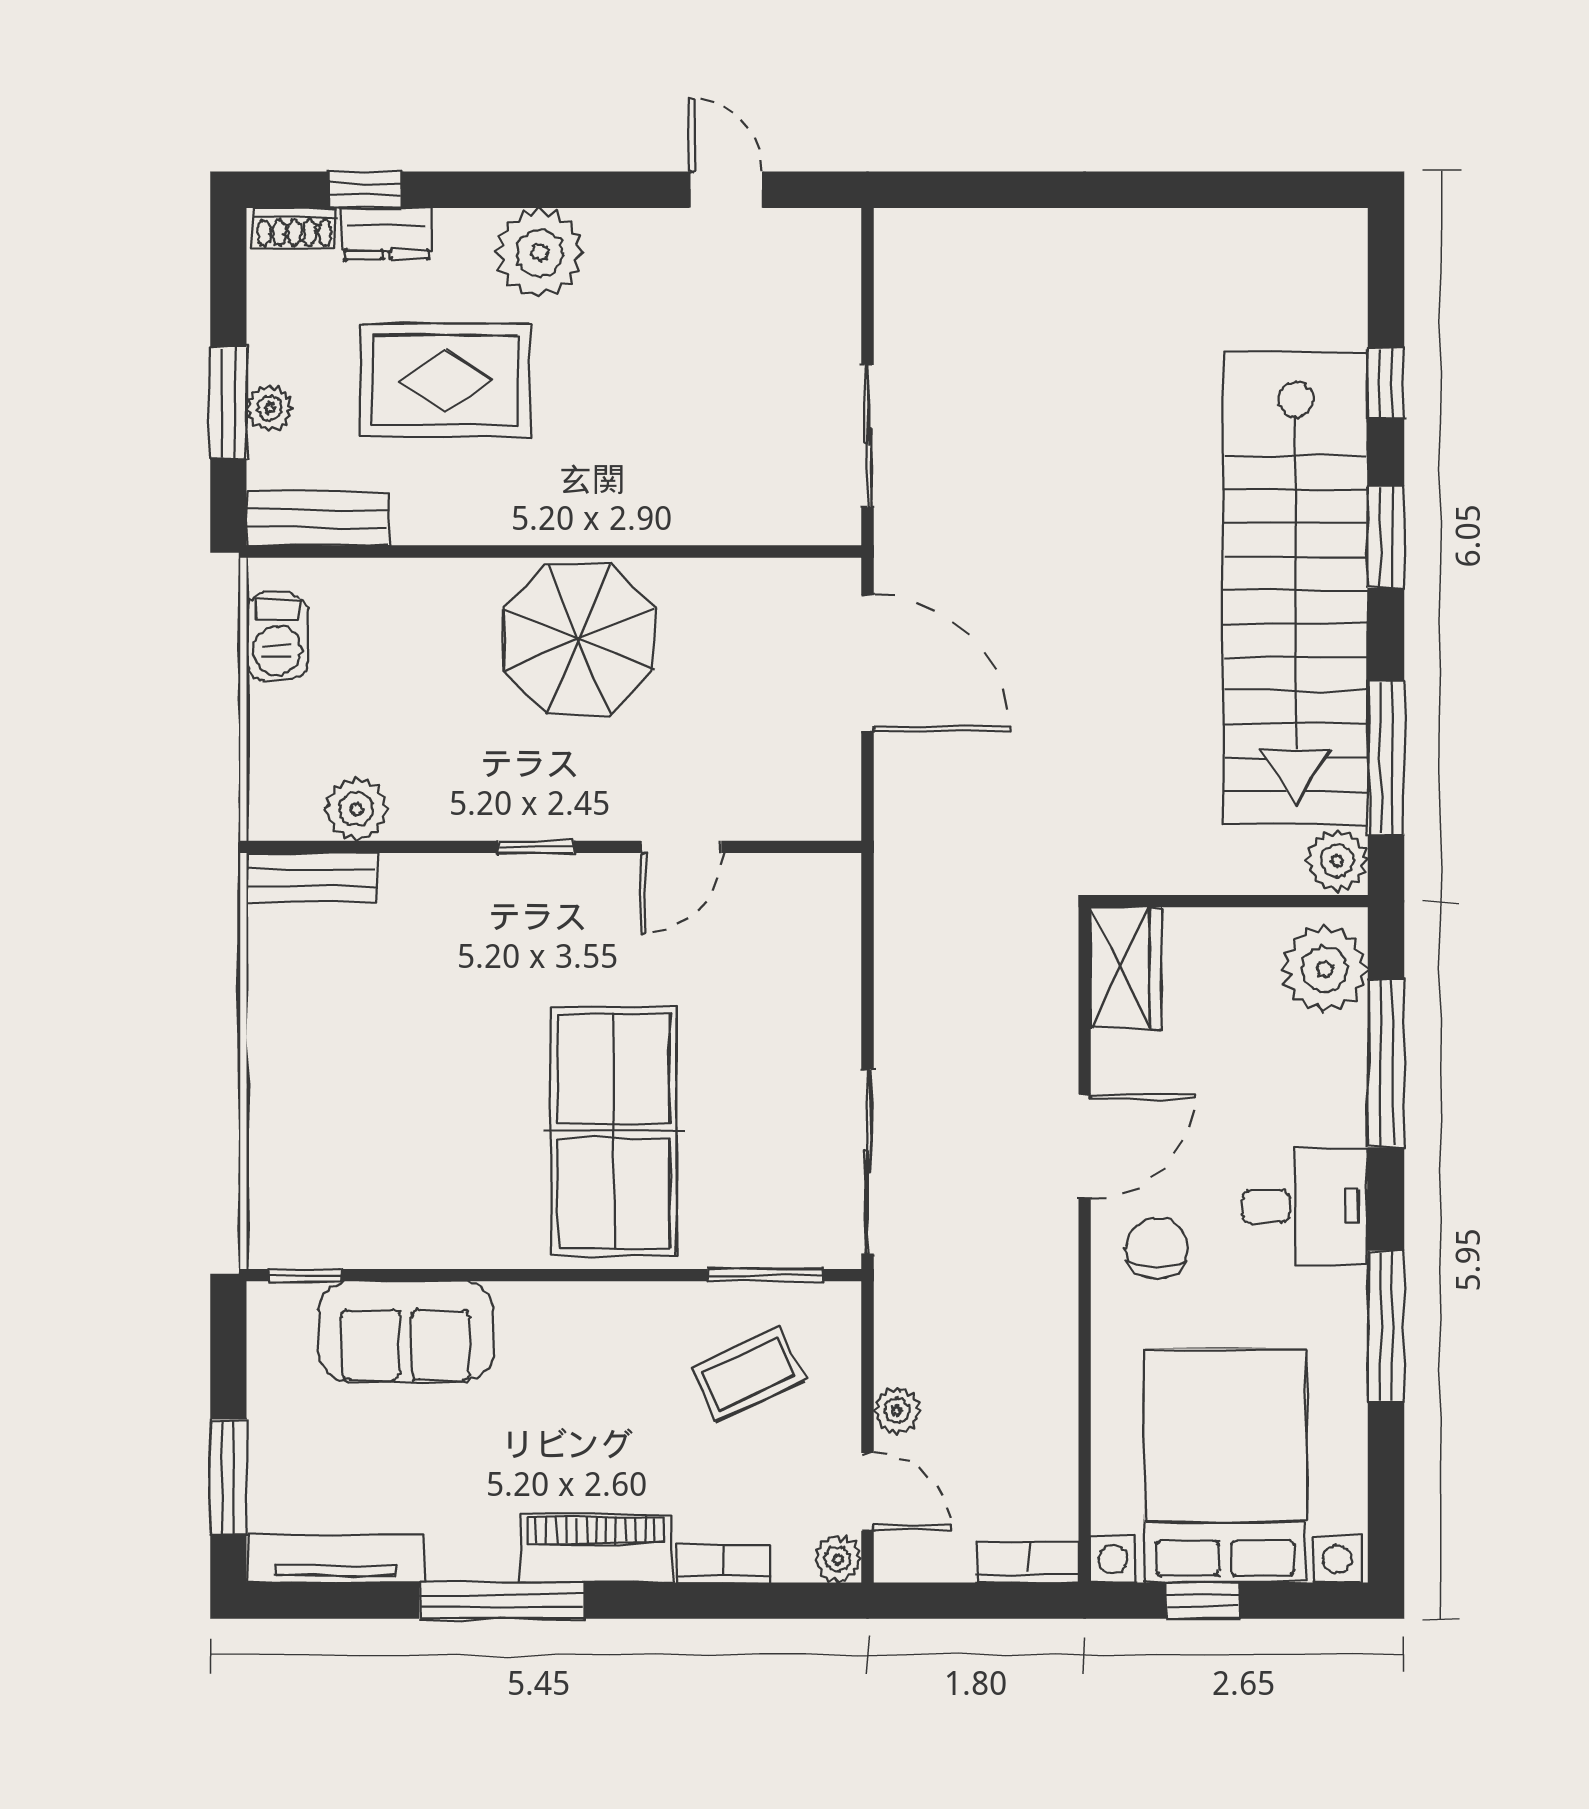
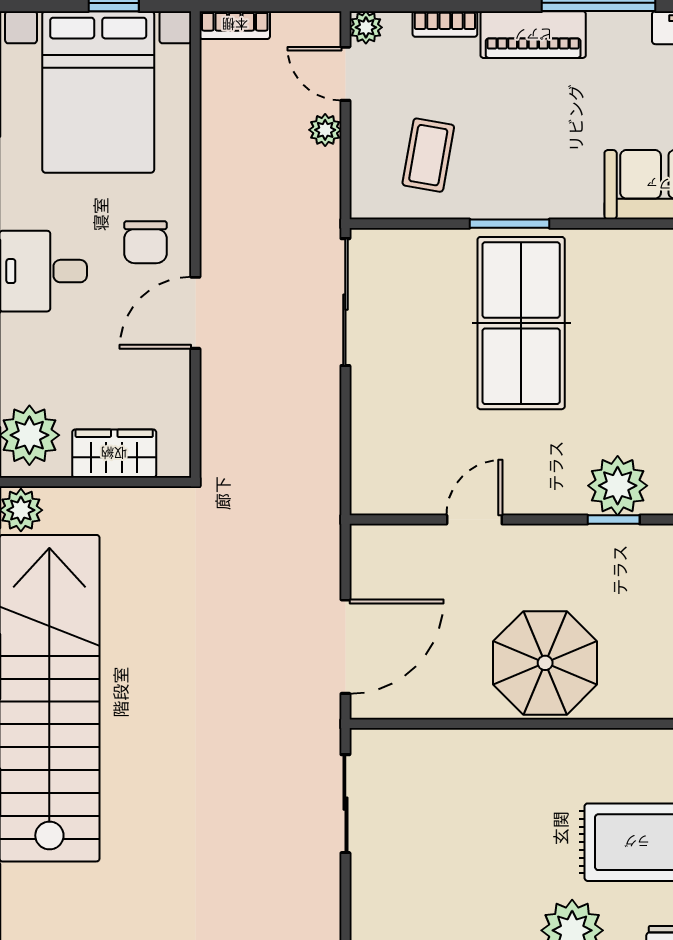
door: (868, 663) -> (345, 647), swing flipped
window: (536, 847) -> (614, 520), moved
plant: (474, 896) -> (618, 486), added
wardrobe: (1126, 968) -> (114, 454), moved, turned 90
window: (765, 1275) -> (509, 224), moved
coffee table: (748, 1374) -> (428, 155), turned -55

